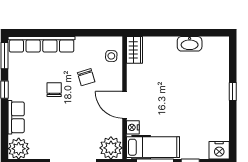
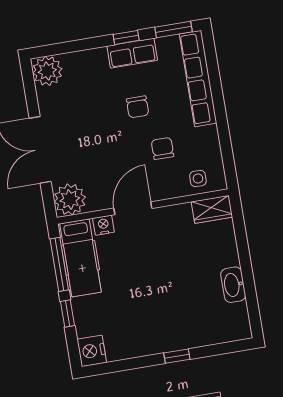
chair: (86, 77) -> (162, 148), turned 107
chair: (54, 90) -> (138, 107), turned 90
row of seats: (16, 117) -> (132, 53), moved

